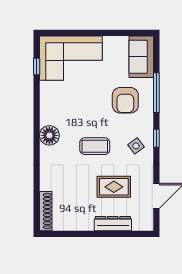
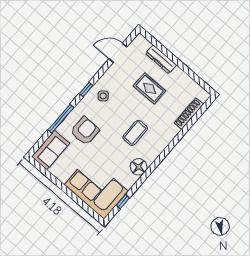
floor lamp: (49, 135) -> (139, 167), moved
coffee table: (95, 146) -> (135, 133), moved, turned 90
rug: (114, 187) -> (150, 88), moved
shoe rack: (46, 211) -> (189, 114), moved

